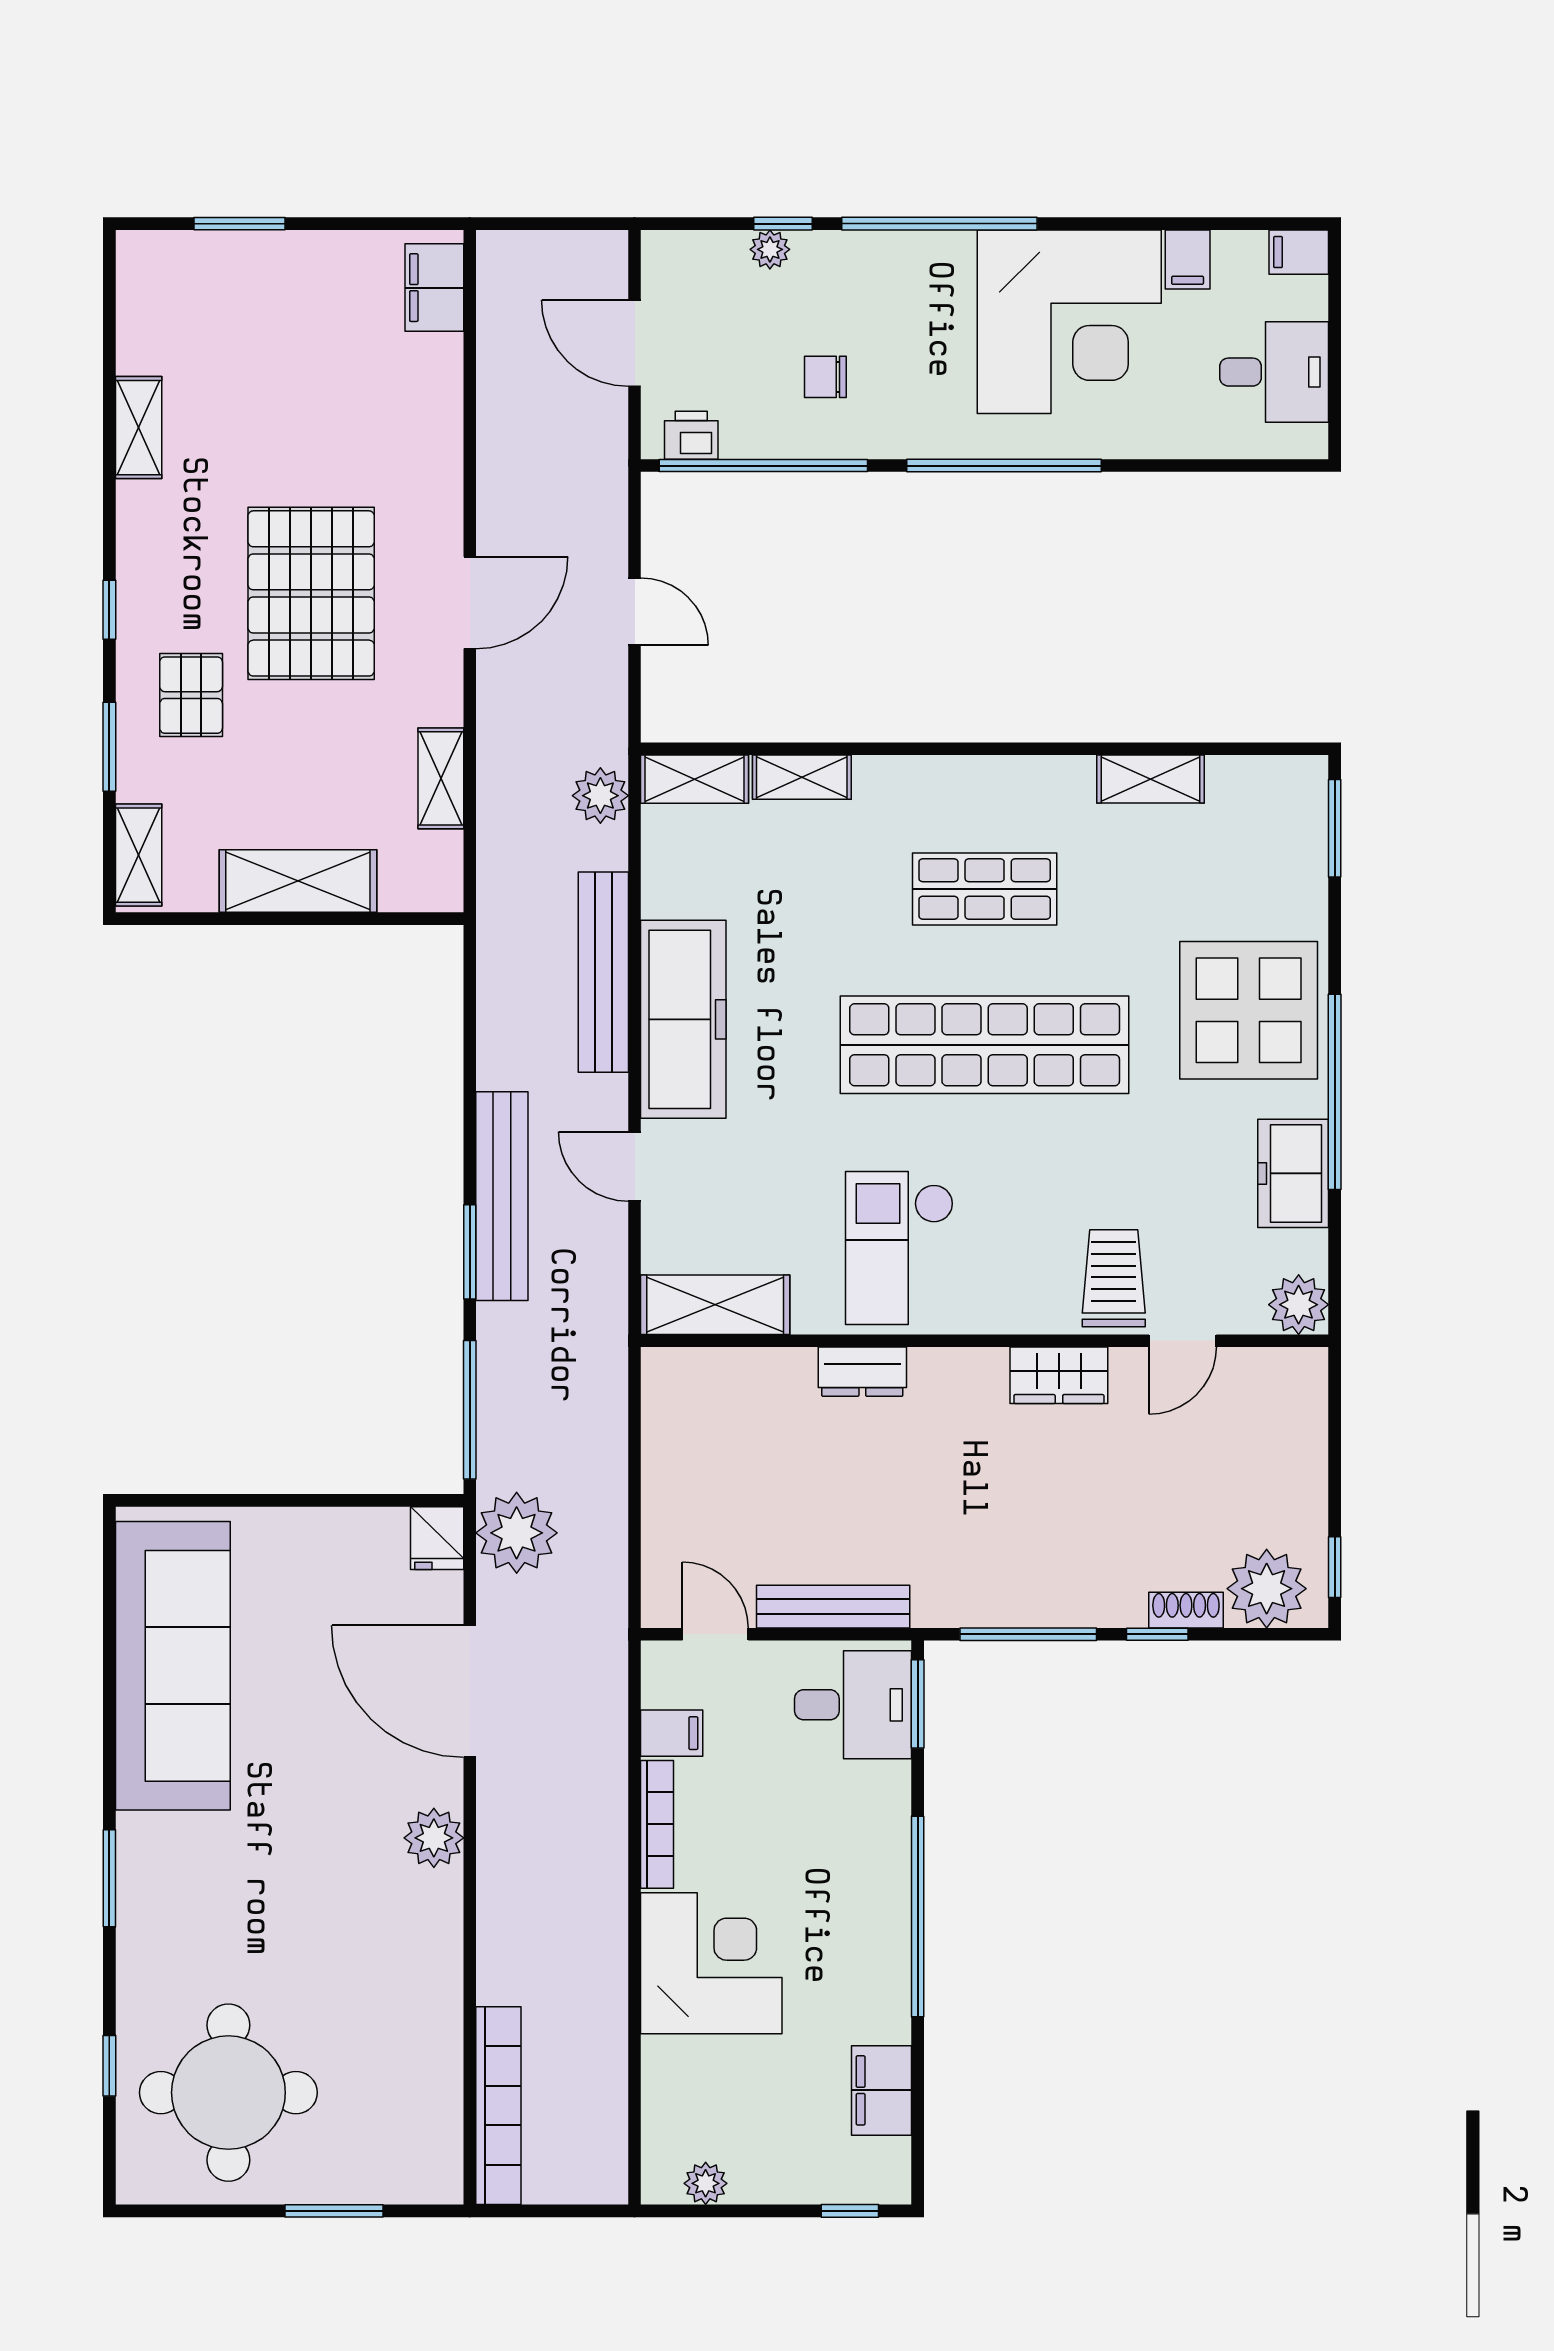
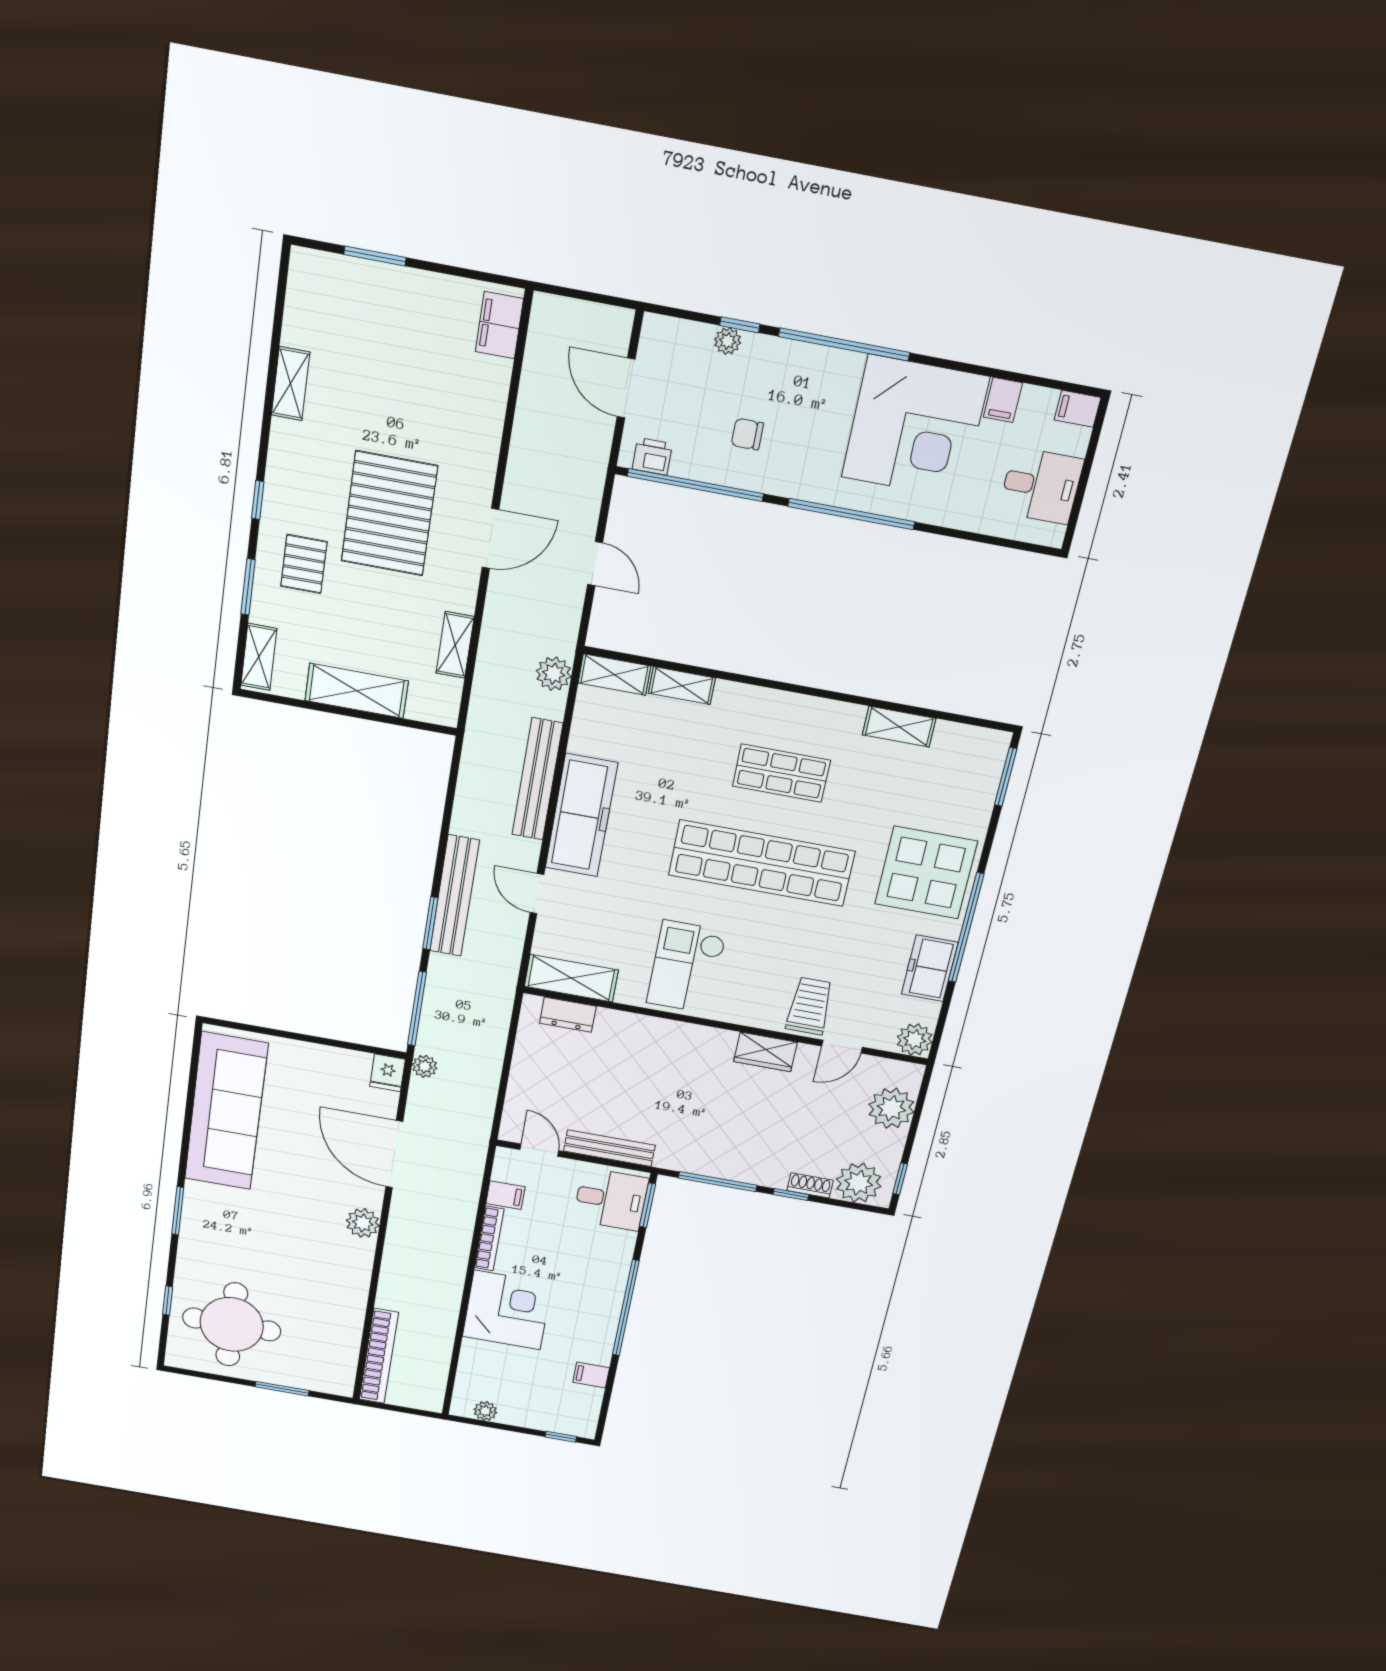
dresser: (862, 1372) -> (568, 1015), moved
plant: (1289, 1438) -> (891, 1108), added
plant: (517, 1533) -> (425, 1066), width x0.53, depth x0.53
filing cabinet: (882, 2090) -> (591, 1375), width x0.50

